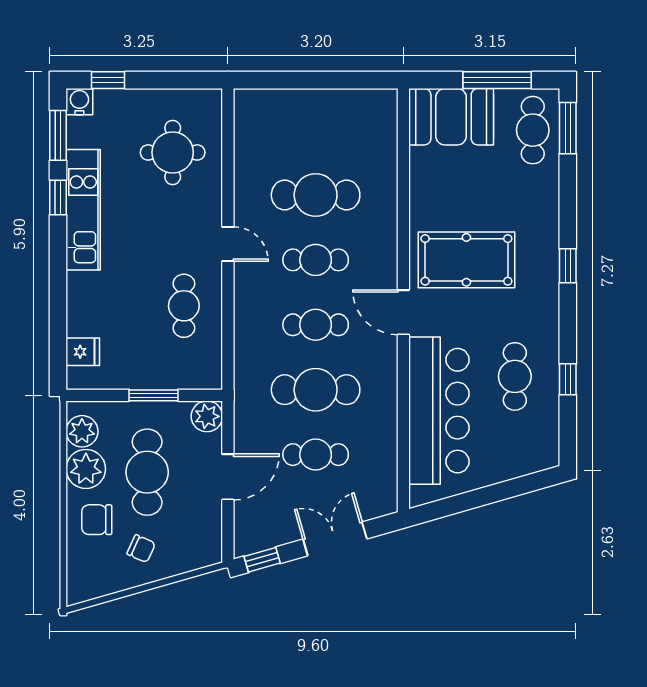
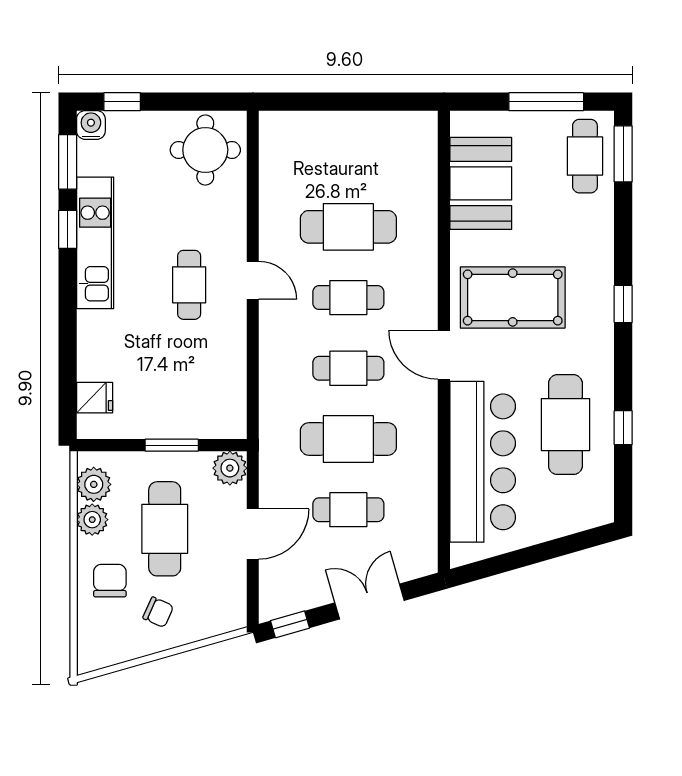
booth: (451, 117) -> (481, 183), moved, turned 90
round table: (173, 152) -> (205, 150), moved
cafe table: (184, 306) -> (189, 285), moved
cafe table: (515, 376) -> (565, 425), width x1.37, depth x1.35
plant: (86, 469) -> (92, 520), width x0.73, depth x0.73
chair: (97, 520) -> (110, 581), turned 90

